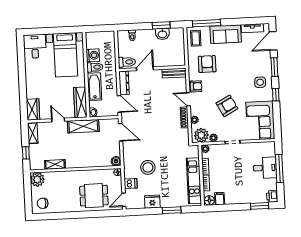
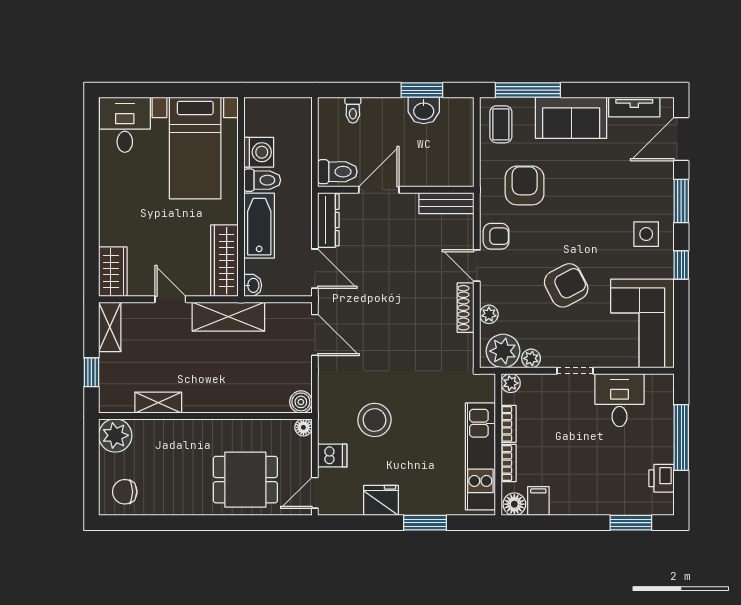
desk: (265, 168) -> (620, 400), moved, turned -90
printer: (272, 196) -> (662, 478), moved

